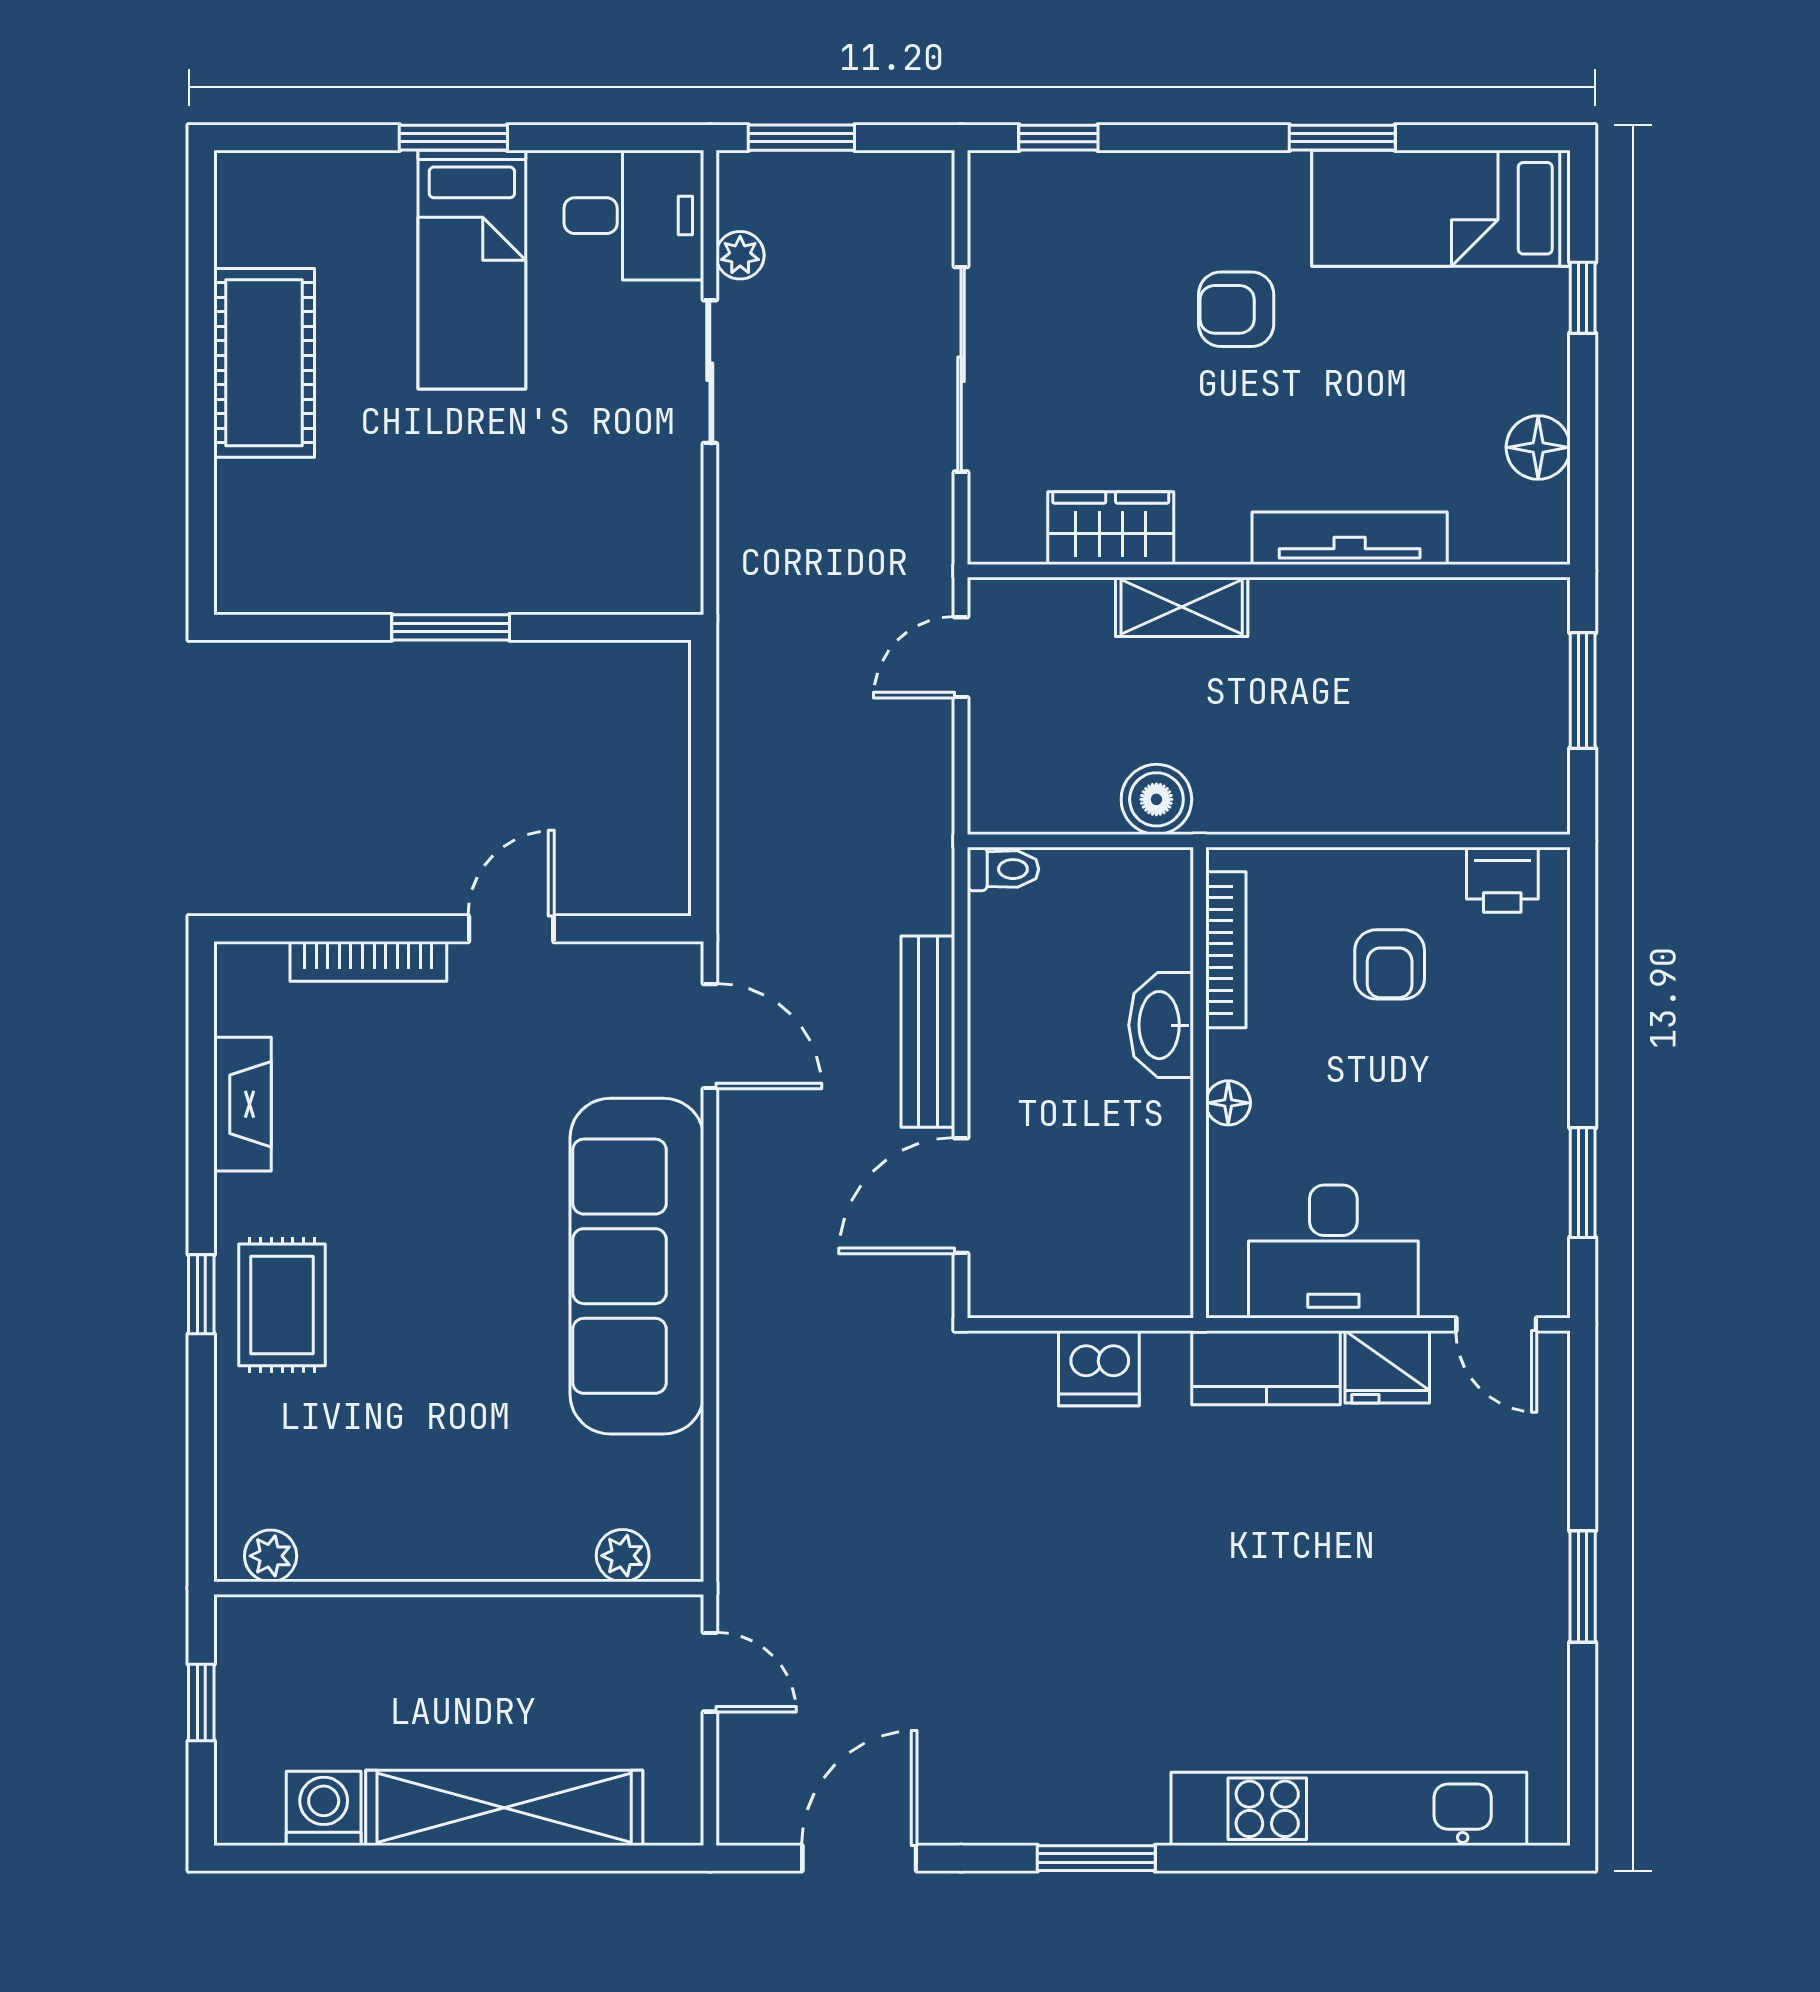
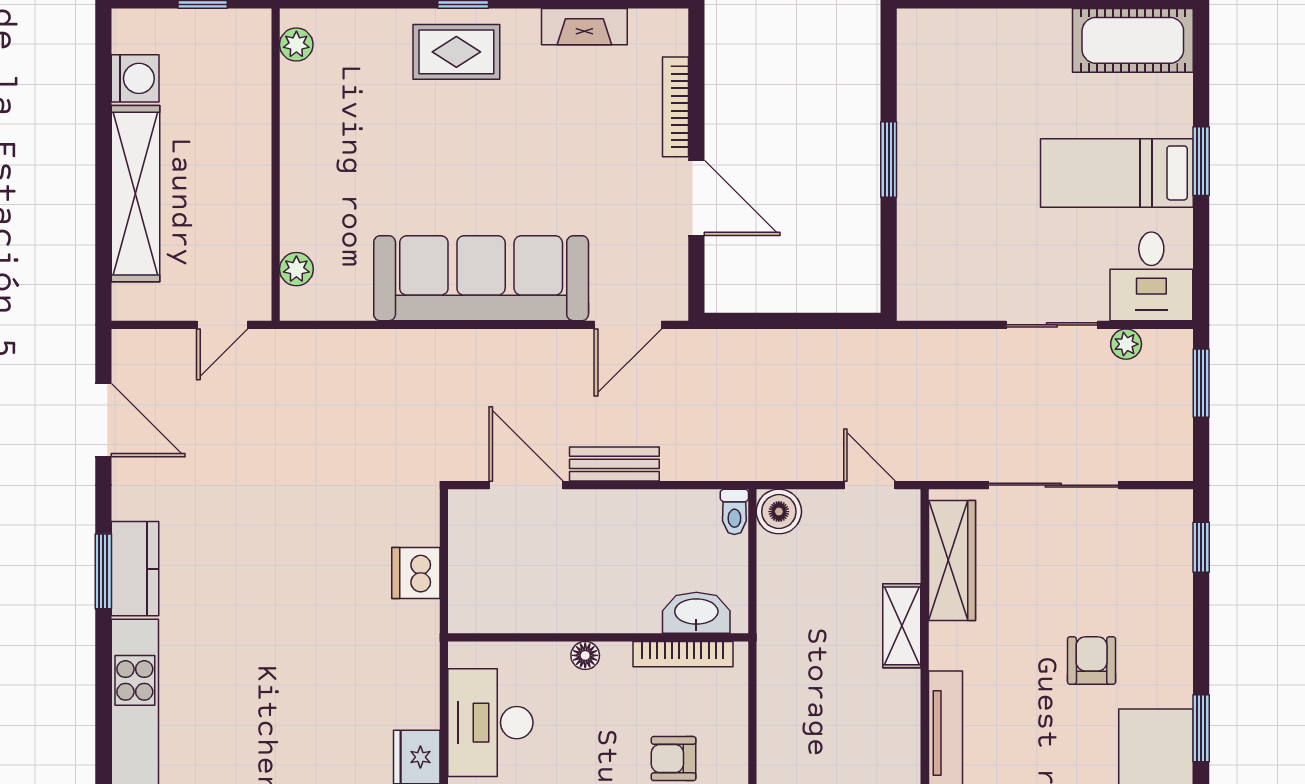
cot: (264, 363) -> (1133, 40), moved
wardrobe: (1111, 528) -> (952, 560), width x1.50
boiler: (1156, 799) -> (779, 512), moved
door: (511, 929) -> (696, 198), width x1.37
washbasin: (1161, 1025) -> (696, 613), moved
bench: (928, 1032) -> (614, 464), width x0.73
kitchen counter: (1266, 1368) -> (135, 569), moved, turned 180

